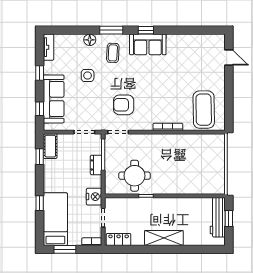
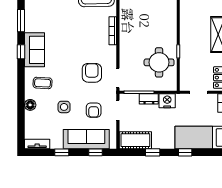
window: (111, 30) -> (21, 21), moved
armchair: (124, 105) -> (92, 73), turned 180
armchair: (84, 107) -> (94, 110), added
cot: (50, 146) -> (135, 140), width x1.37, depth x1.34
window: (40, 157) -> (153, 152), moved
nightstand: (94, 197) -> (167, 101), moved

